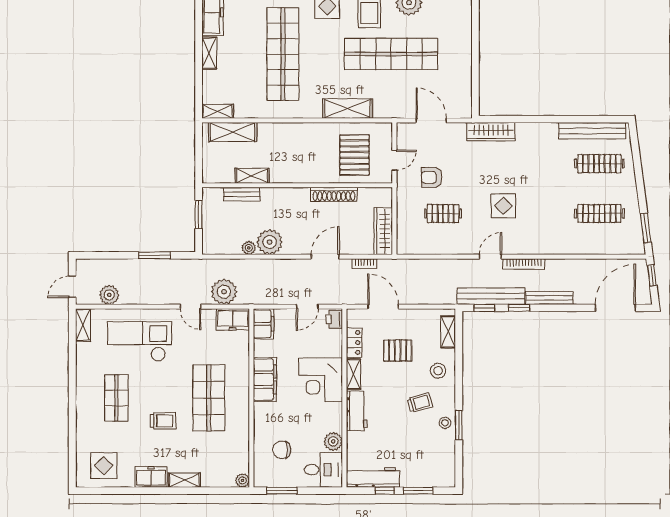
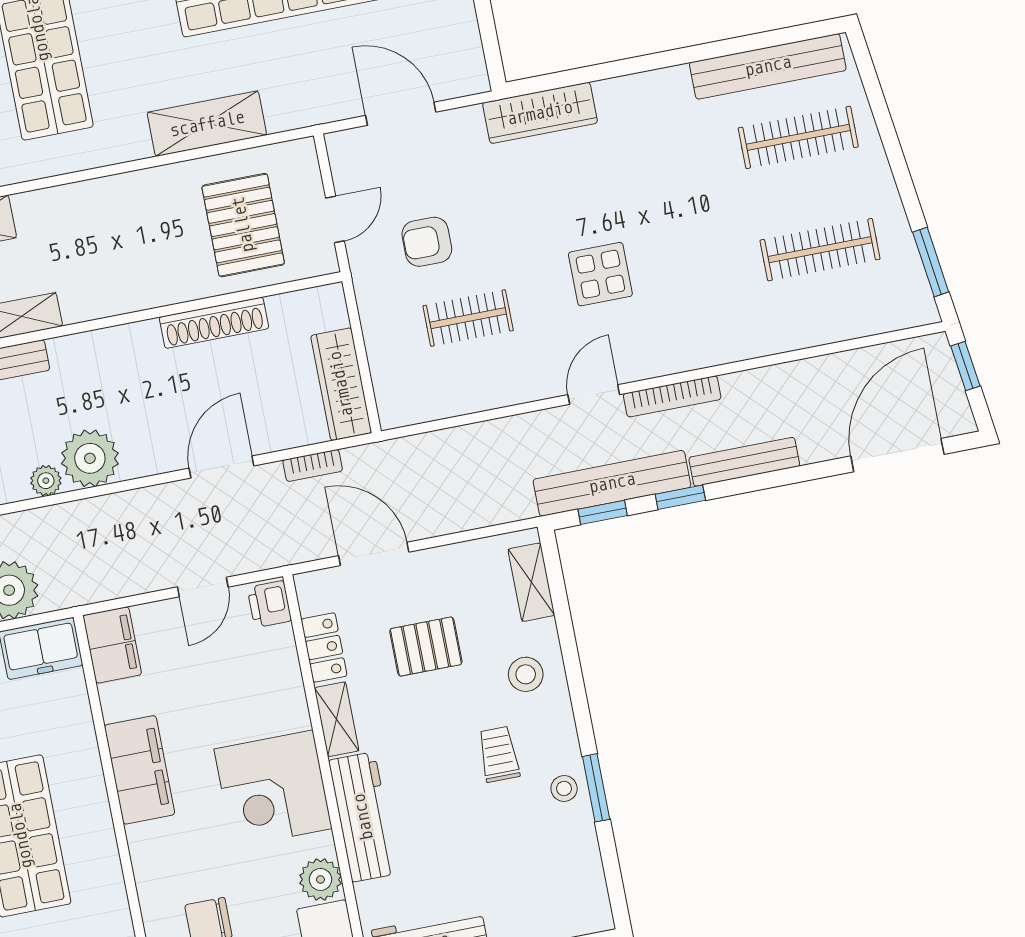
corner desk: (320, 380) -> (273, 789), moved
trolley: (420, 403) -> (499, 754), turned -74
workbench: (357, 411) -> (363, 817), width x1.38

